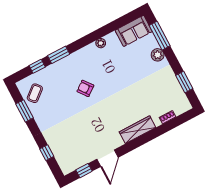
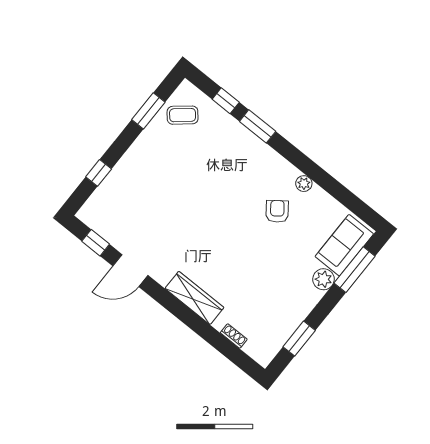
sofa: (134, 31) -> (344, 245), moved, turned 90
armchair: (85, 88) -> (277, 211), moved

